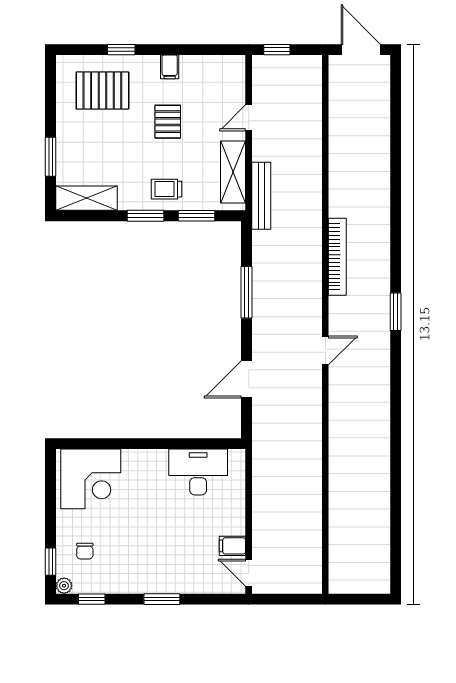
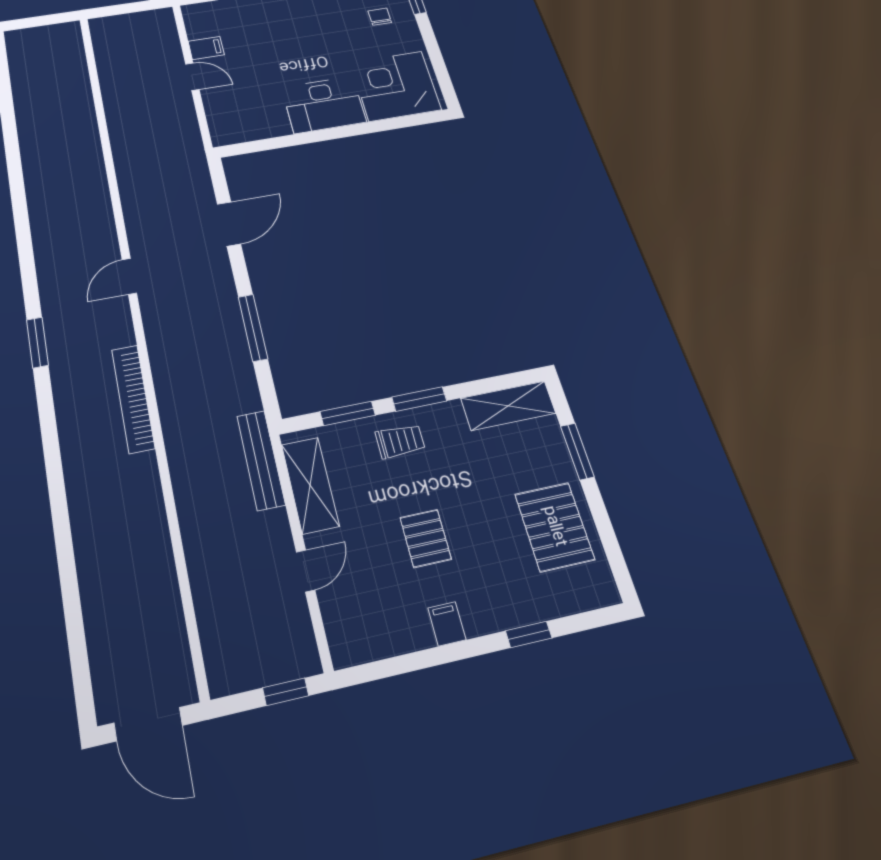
pallet: (102, 91) -> (554, 527), moved, turned 90
desk: (198, 472) -> (324, 105), moved
door: (249, 573) -> (192, 77), moved

